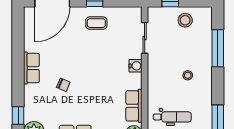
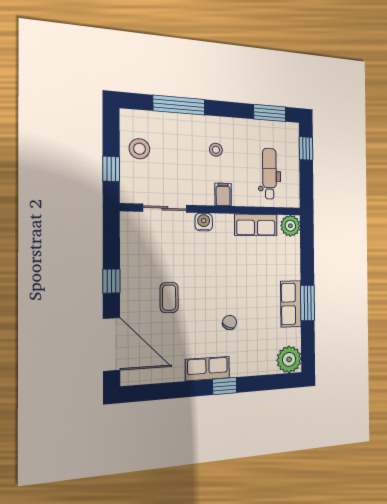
coffee table: (96, 23) -> (169, 298), moved
filing cabinet: (156, 81) -> (223, 194), added
window: (18, 115) -> (225, 386), moved

